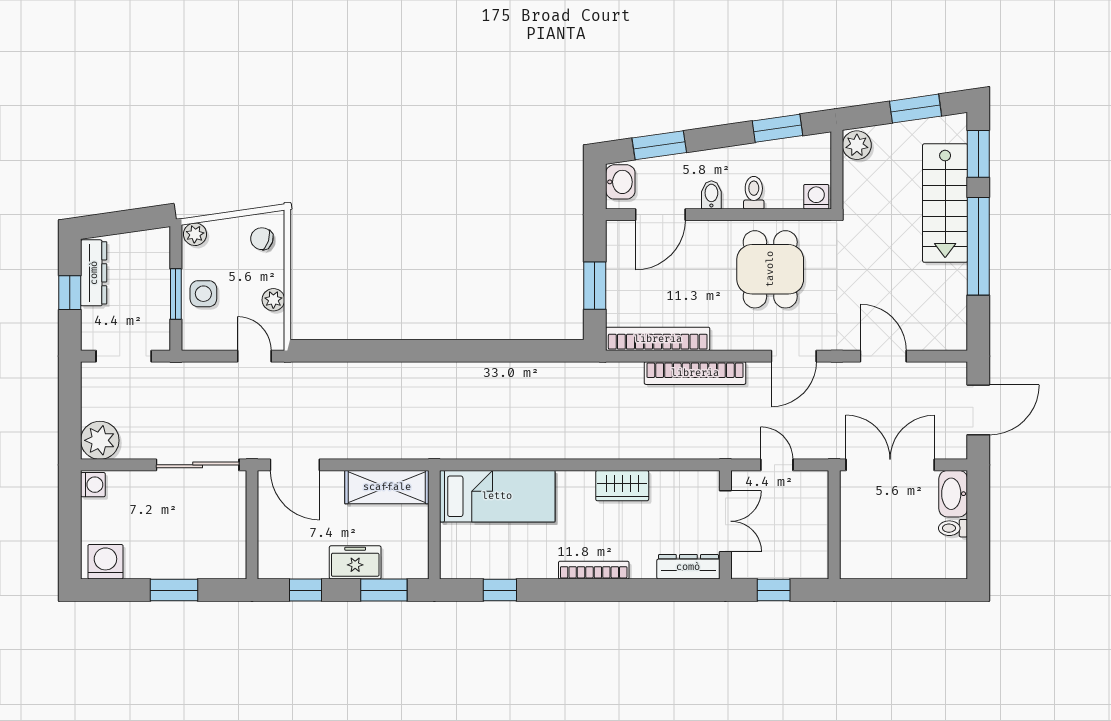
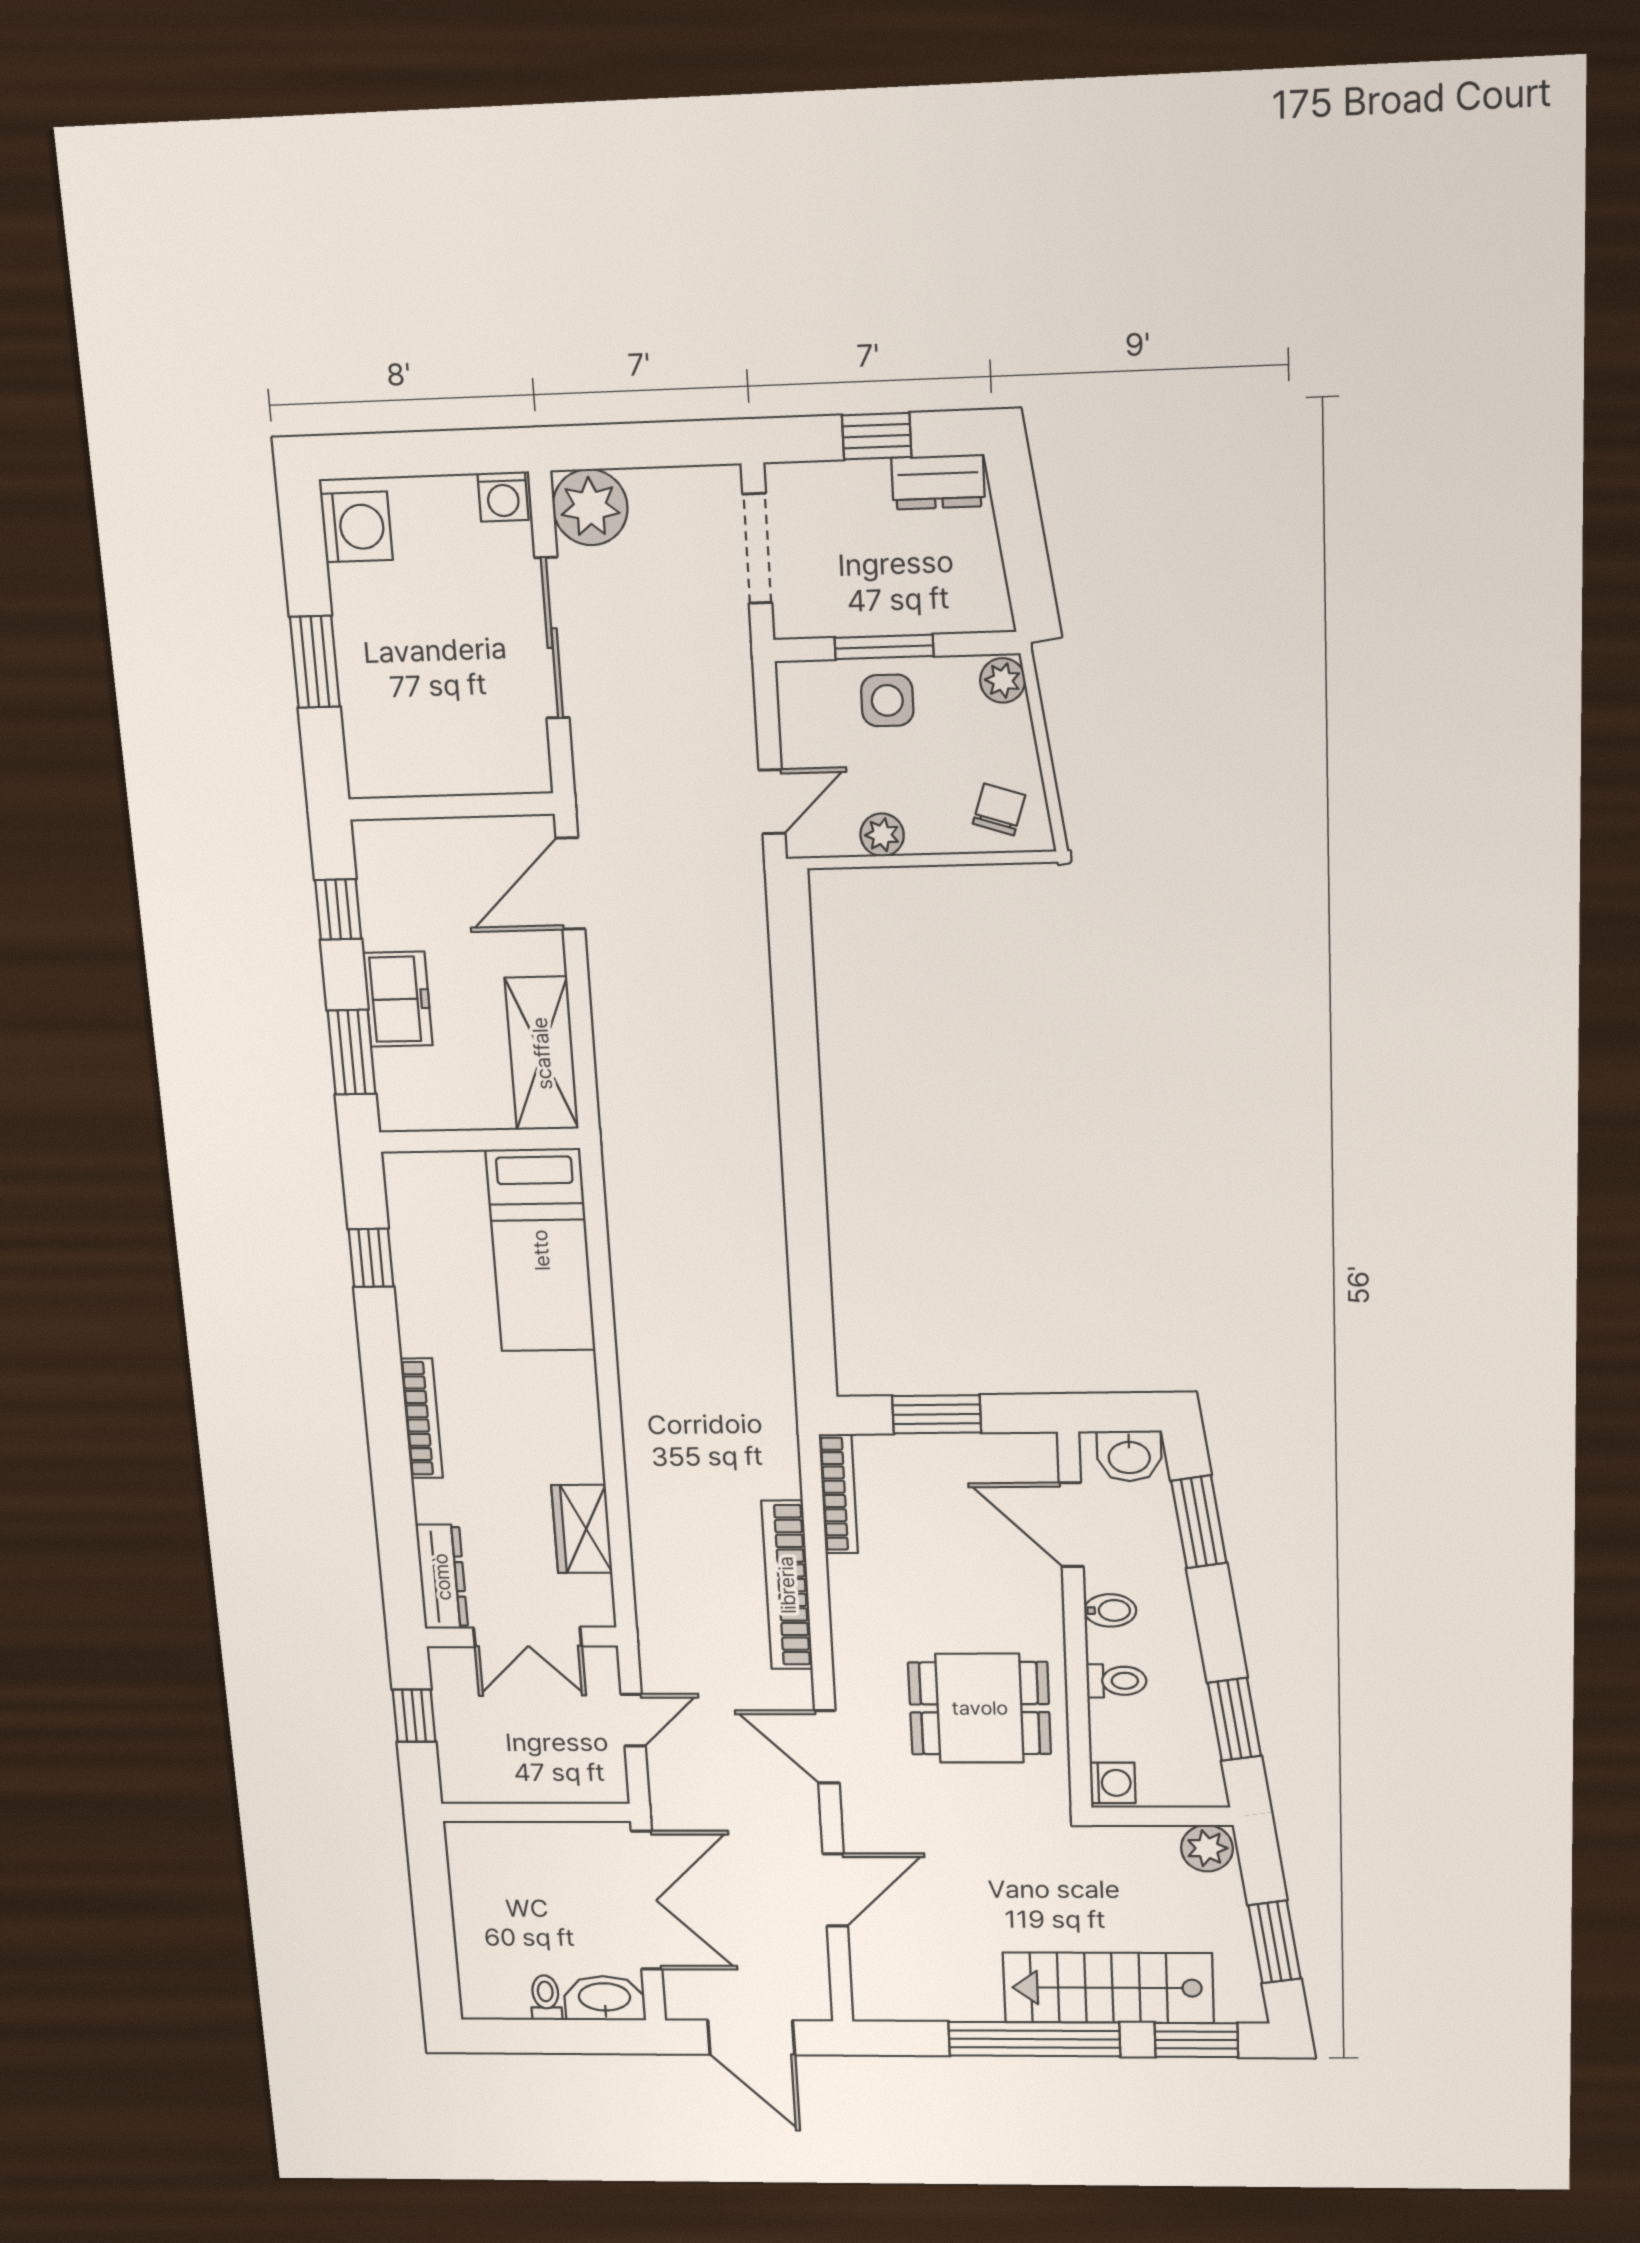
dresser: (94, 273) -> (938, 482), width x0.70
bookcase: (658, 339) -> (838, 1494), width x0.68, depth x0.76
sliding door: (198, 465) -> (552, 638), moved
wardrobe: (622, 486) -> (582, 1529), moved

